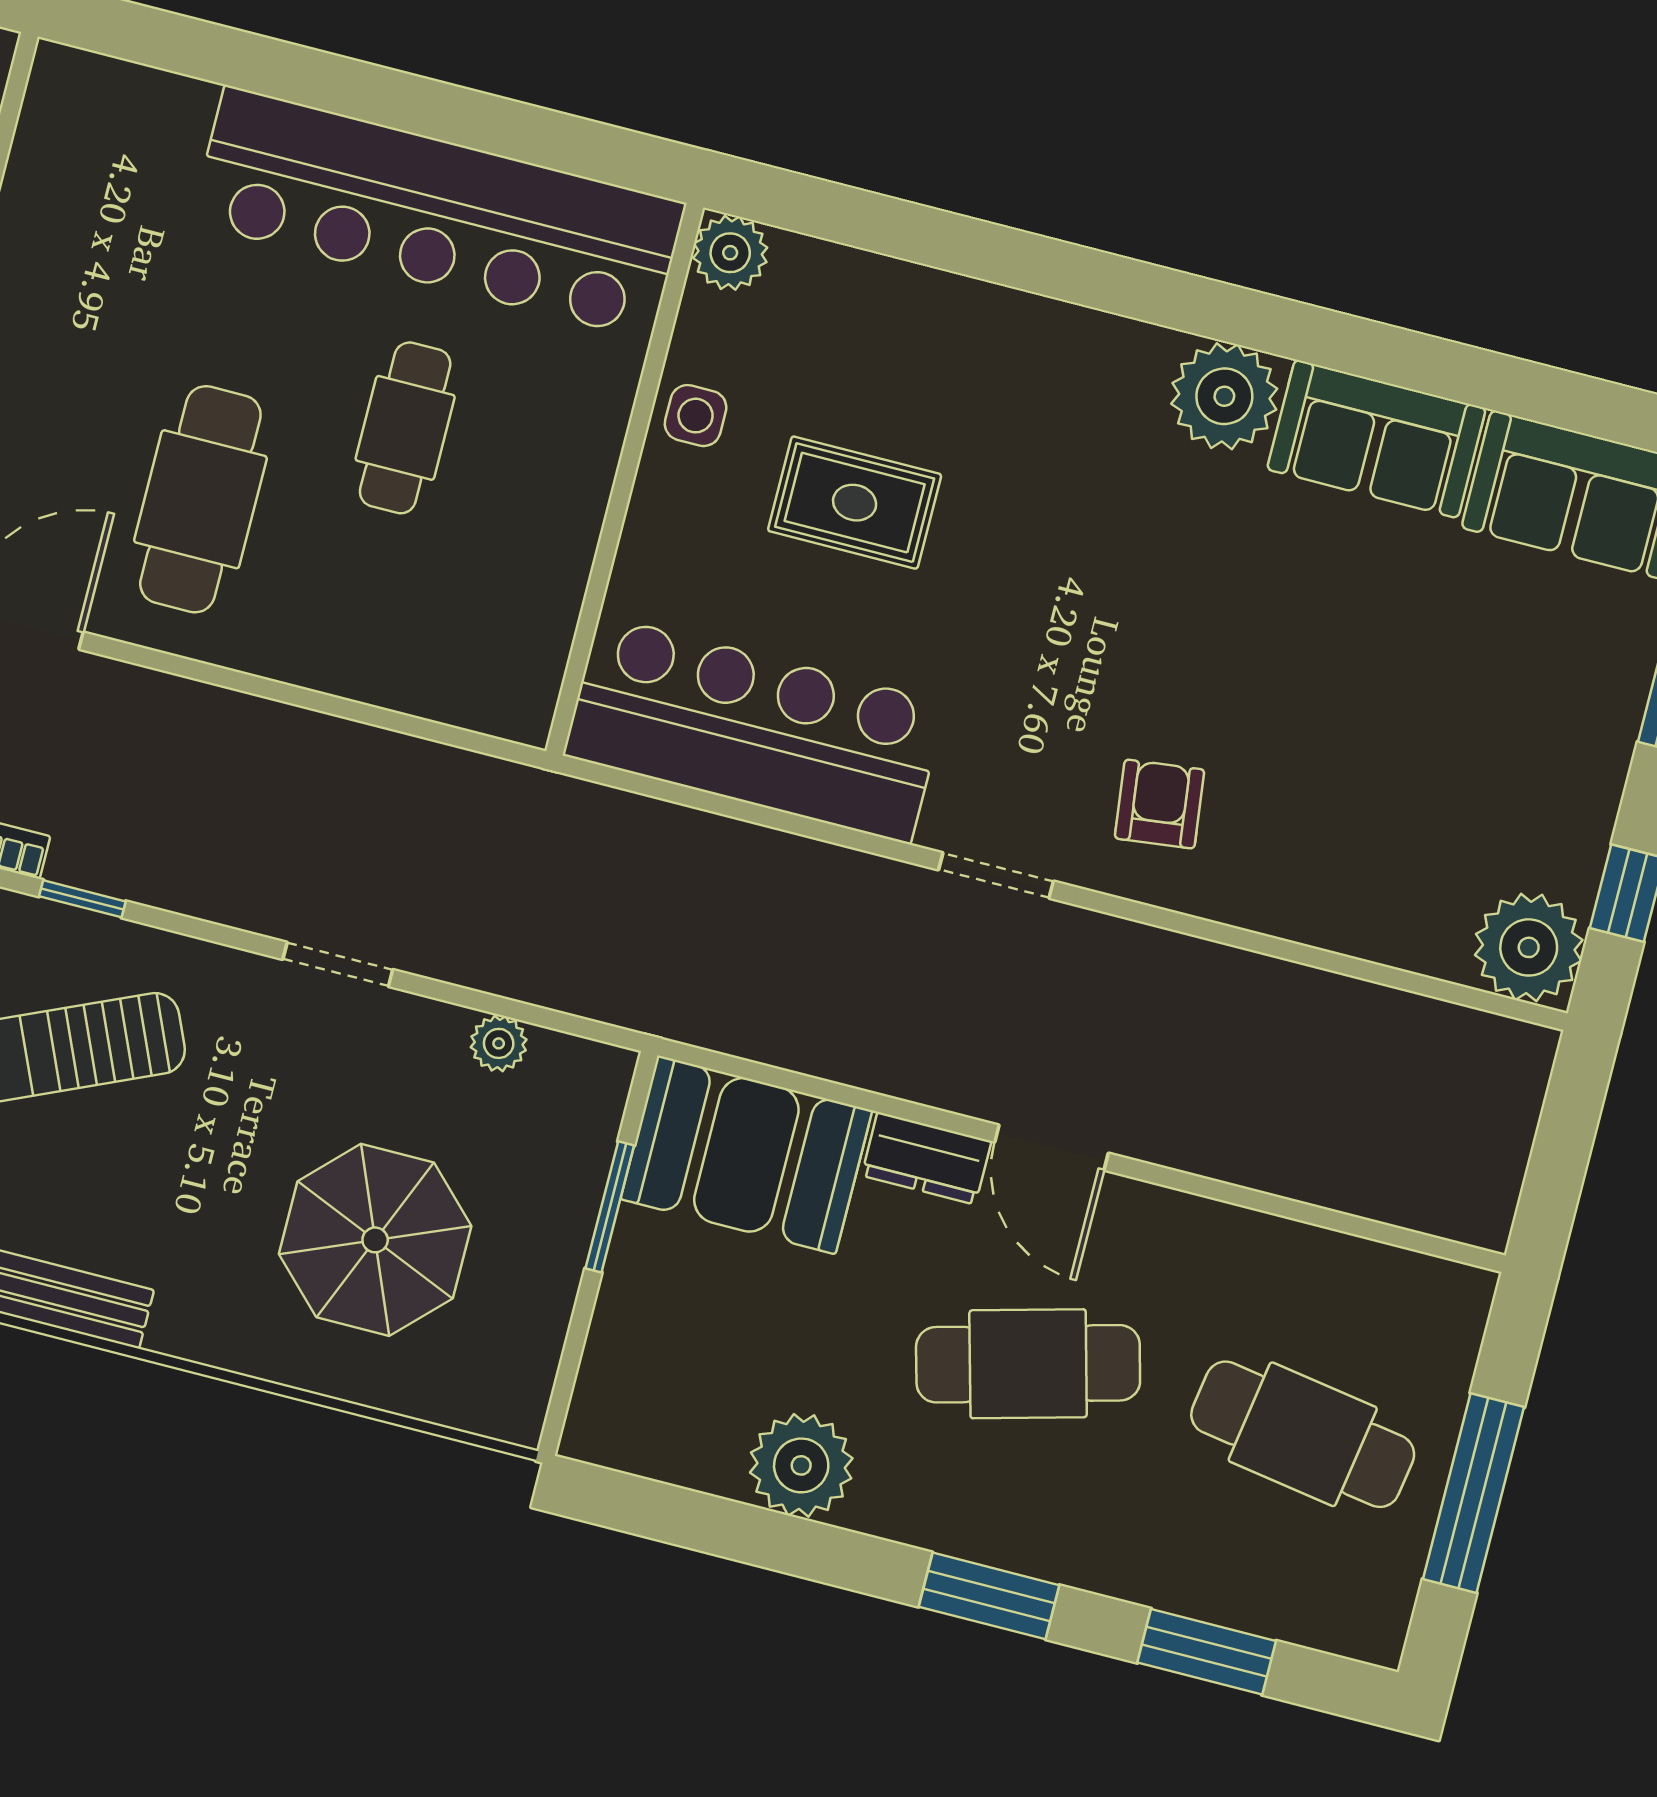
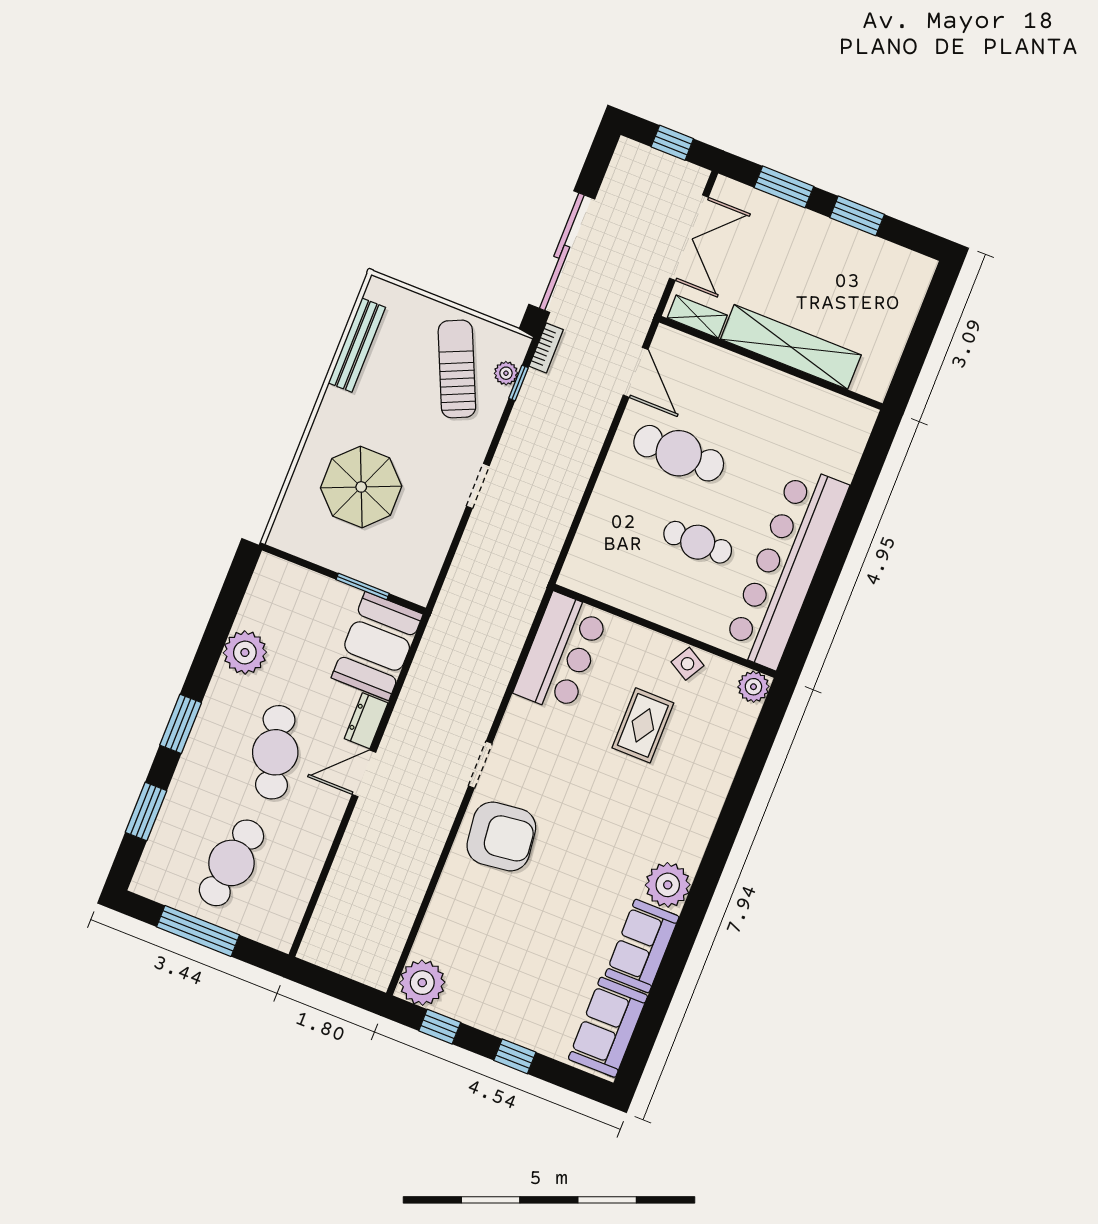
side table: (696, 416) -> (688, 664), turned 30
bar counter: (755, 729) -> (561, 653), width x0.73
armchair: (1160, 804) -> (501, 836), width x1.88, depth x1.88
plant: (499, 1043) -> (506, 373), moved

